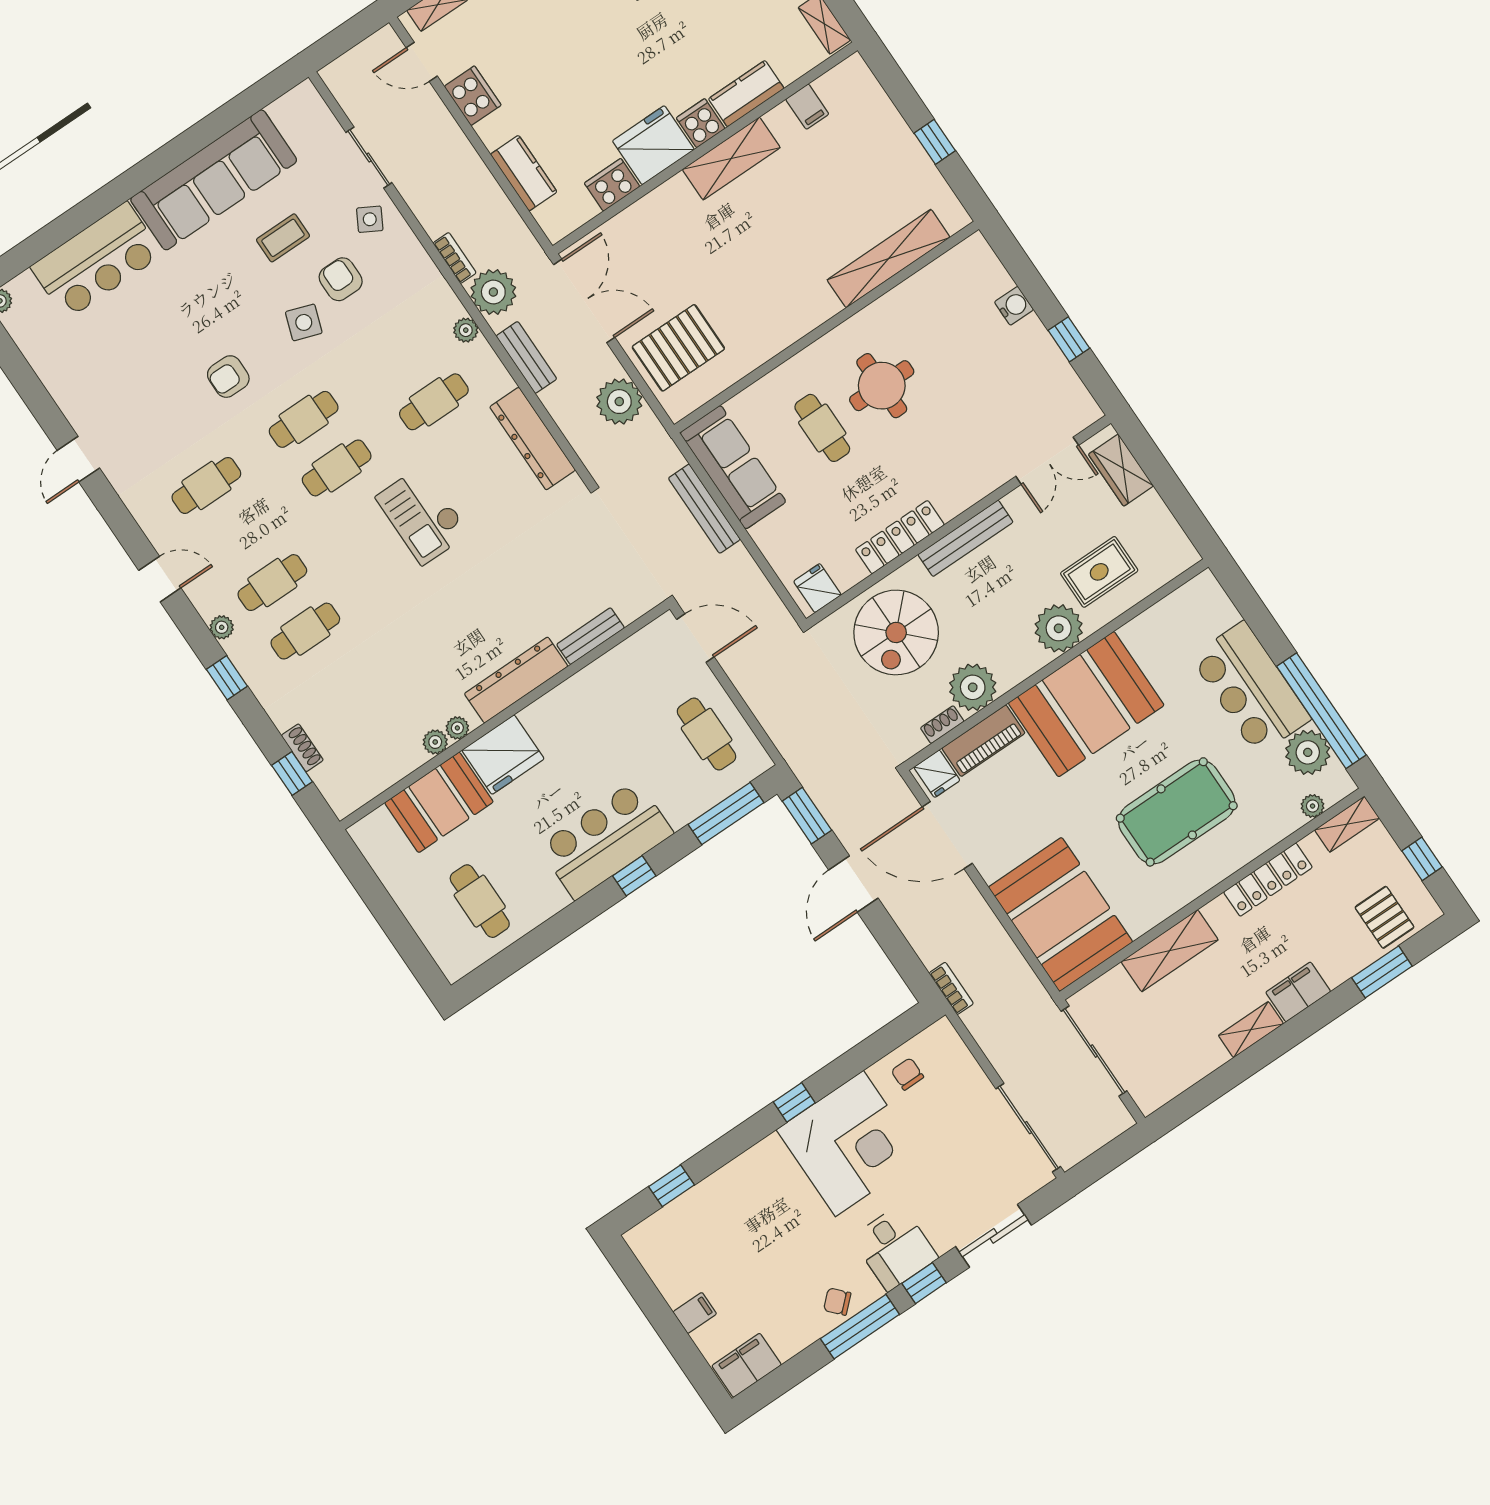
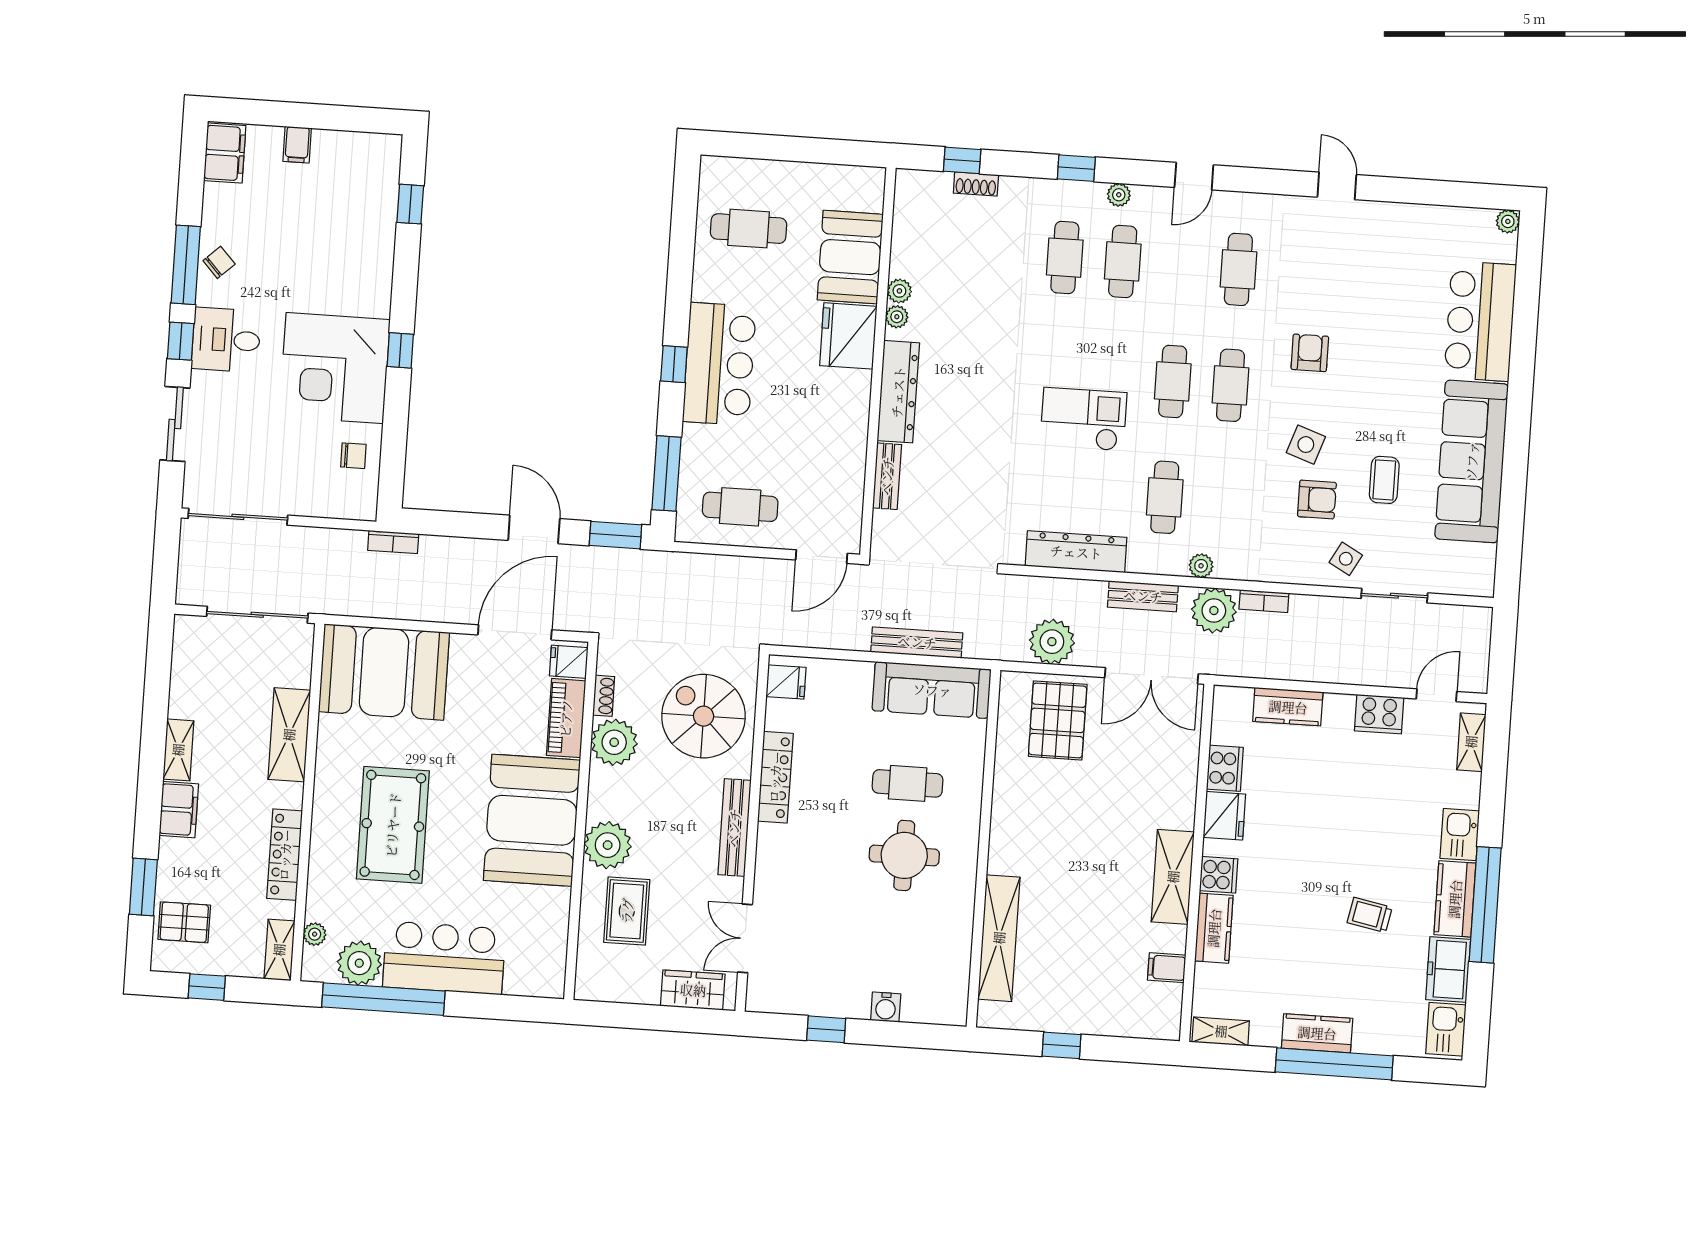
fridge: (653, 145) -> (1224, 816), width x0.73, depth x0.75

